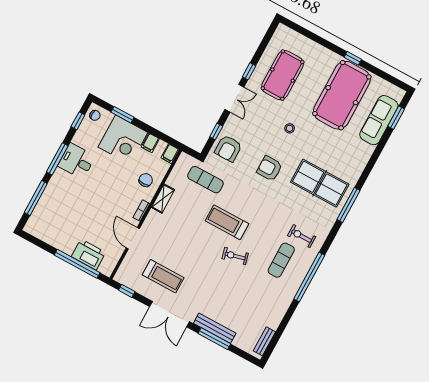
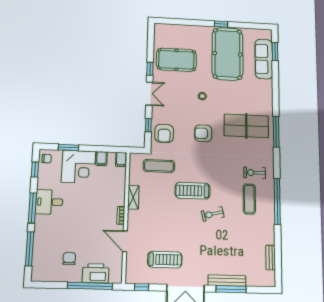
pool table: (283, 75) -> (176, 60), turned 90
chair: (146, 180) -> (69, 259), moved
bench: (264, 341) -> (271, 257), moved

